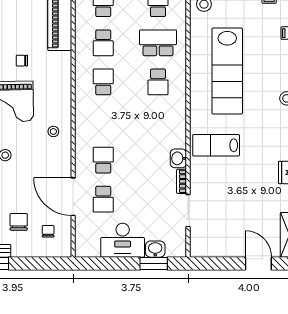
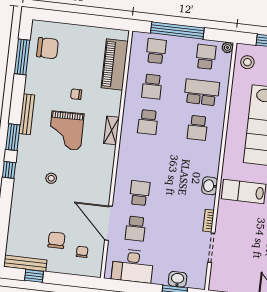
school desk: (103, 82) -> (148, 122), turned 180
shelving: (65, 96) -> (112, 130), added
stool: (53, 131) -> (97, 162), removed
washbasin: (178, 158) -> (210, 186), moved
desk: (123, 240) -> (133, 266), moved

